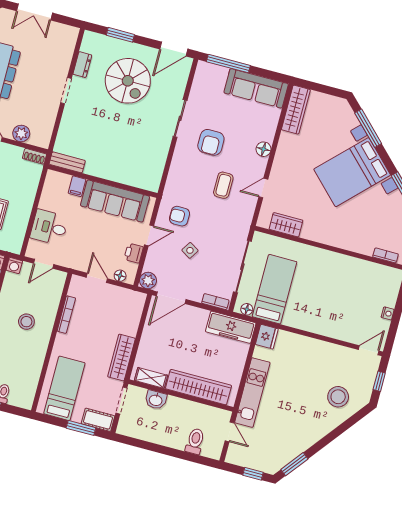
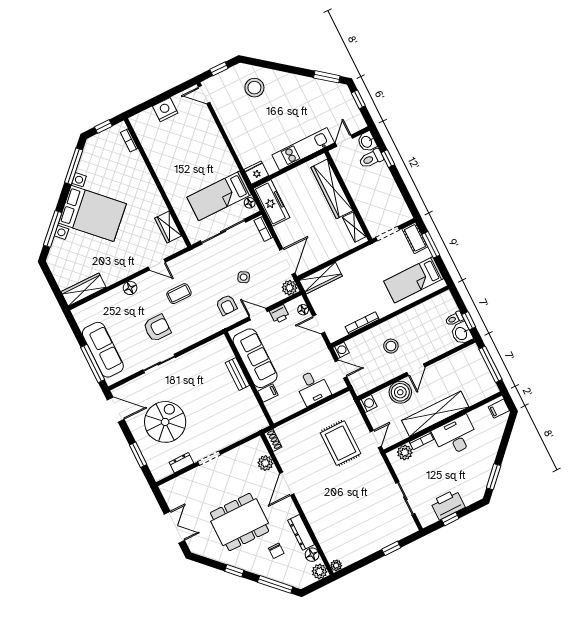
sofa: (256, 88) -> (103, 350), moved
bench: (67, 162) -> (237, 374), moved
washing machine: (14, 266) -> (341, 350), moved
door: (97, 278) -> (319, 324), hinge flipped
door: (171, 298) -> (287, 262), hinge flipped
nightstand: (388, 313) -> (165, 110), width x1.89, depth x1.79
wardrobe: (121, 358) -> (321, 278), moved
washbasin: (156, 400) -> (367, 142), moved, turned 180
window: (183, 455) -> (388, 159), added

